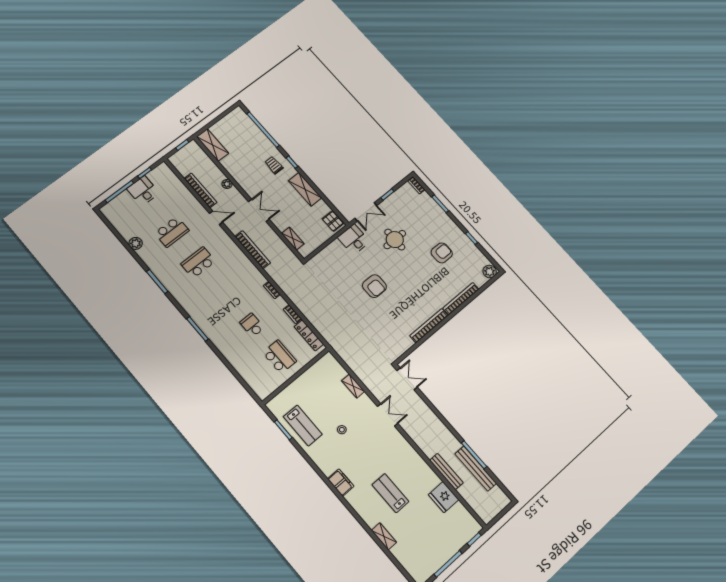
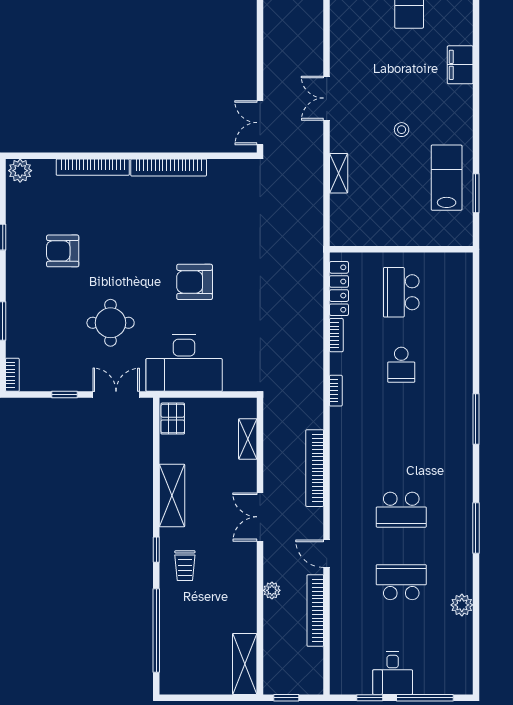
desk: (354, 239) -> (184, 363), width x1.87, depth x1.30
armchair: (374, 286) -> (195, 282), turned -90

